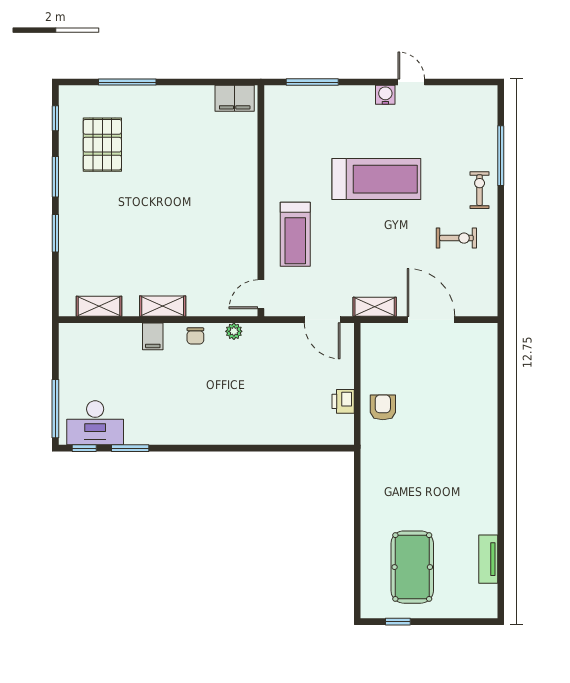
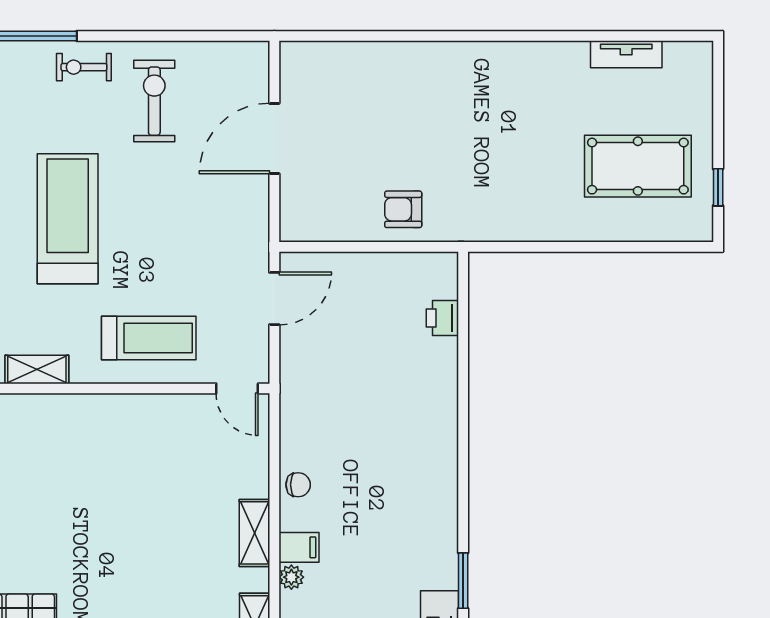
exercise bike: (456, 238) -> (154, 101), width x1.38, depth x1.39
shelving: (375, 307) -> (37, 370), moved, turned 90
plant: (234, 331) -> (291, 577), moved
printer: (343, 401) -> (442, 318), moved, turned 90

